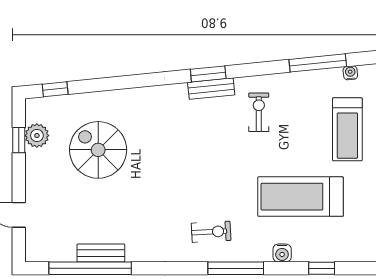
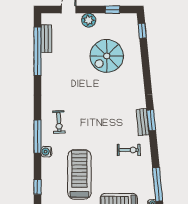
plant: (37, 136) -> (89, 20), moved
spiral stairs: (98, 150) -> (107, 56), turned 180
bench: (101, 253) -> (46, 39), moved
water cooler: (282, 253) -> (46, 152), moved

